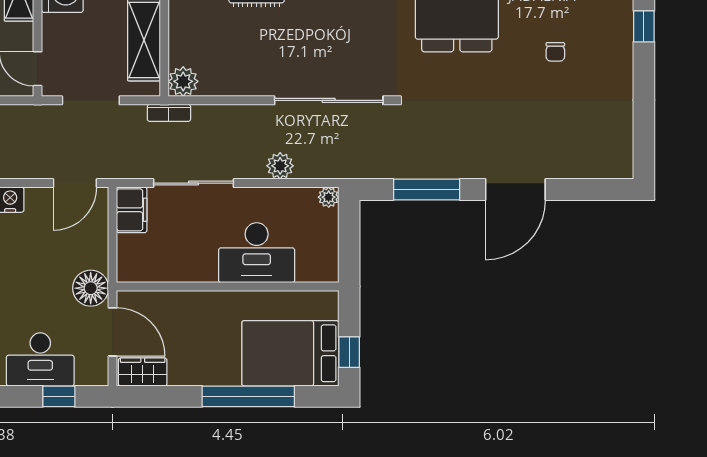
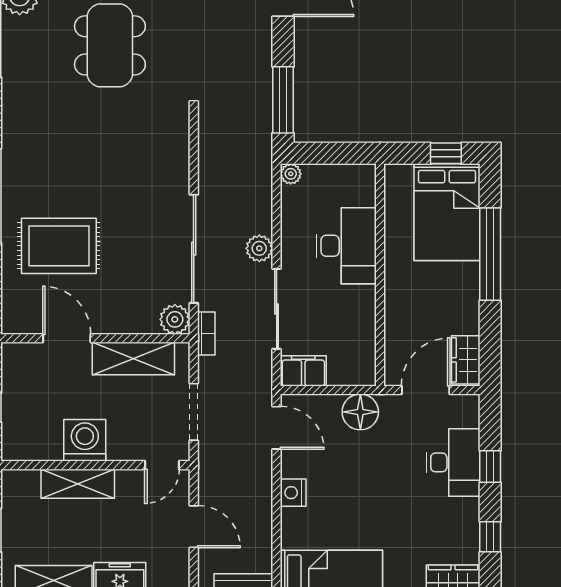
sliding door: (329, 100) -> (194, 249), moved
plant: (280, 166) -> (259, 248), moved
window: (427, 190) -> (283, 100), moved
floor lamp: (91, 288) -> (360, 412), moved
window: (59, 396) -> (490, 467), moved

